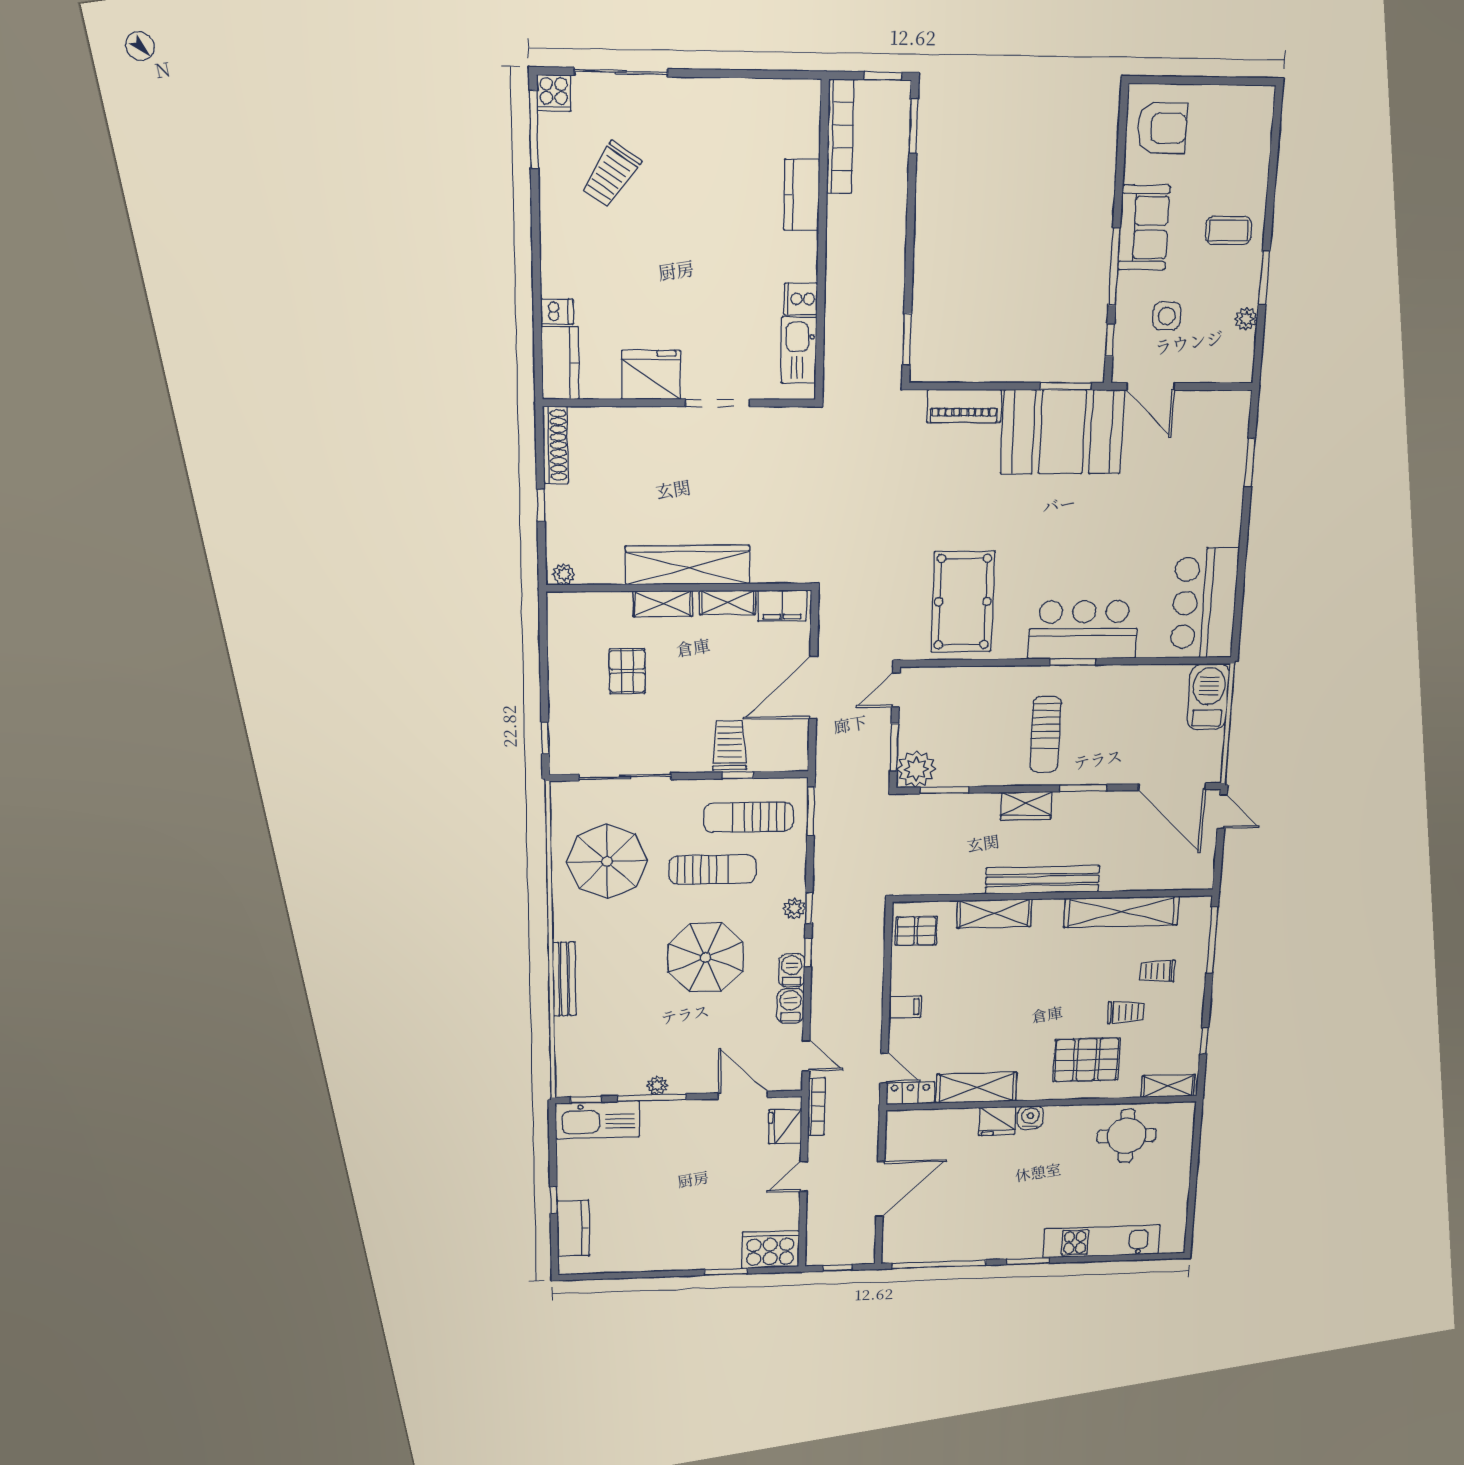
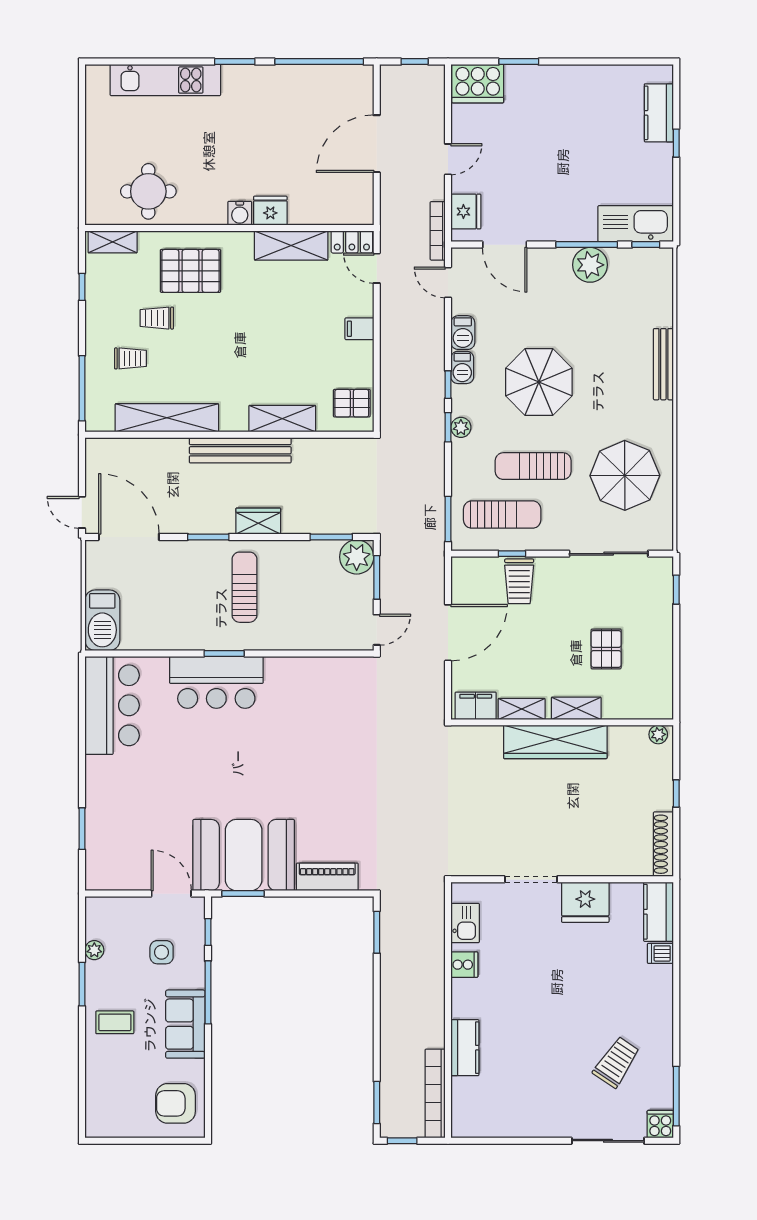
kitchen sink: (799, 350) -> (465, 923), width x0.73
pool table: (963, 602) -> (322, 708), removed
plant: (657, 1085) -> (590, 265), width x1.87, depth x1.87

